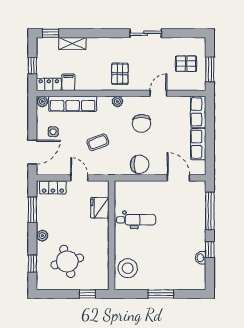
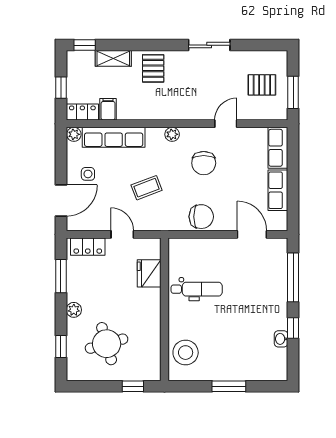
pallet: (120, 74) -> (153, 68), moved

